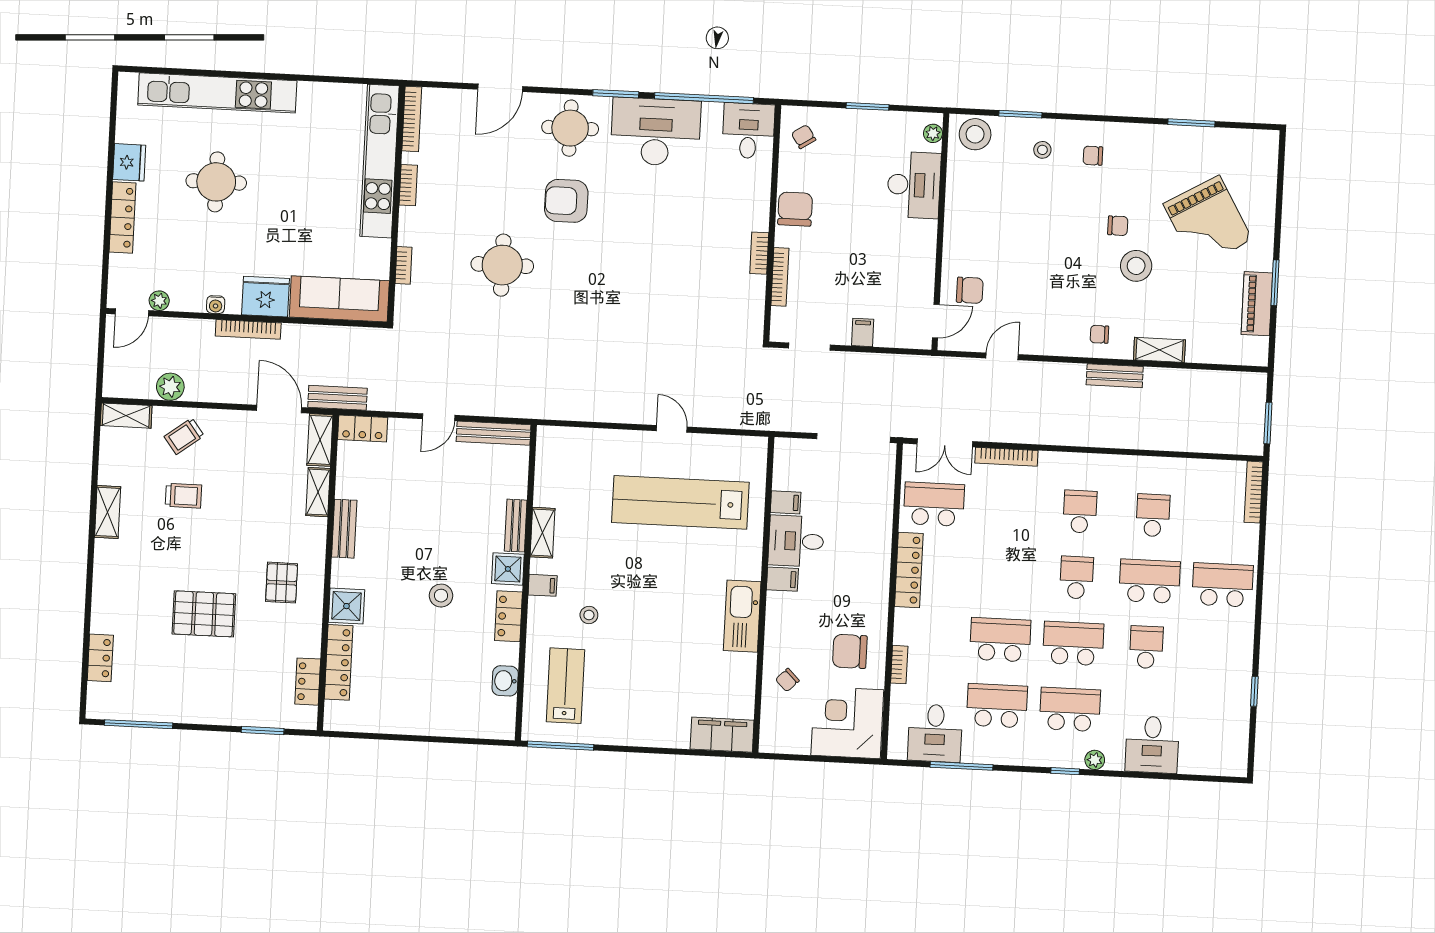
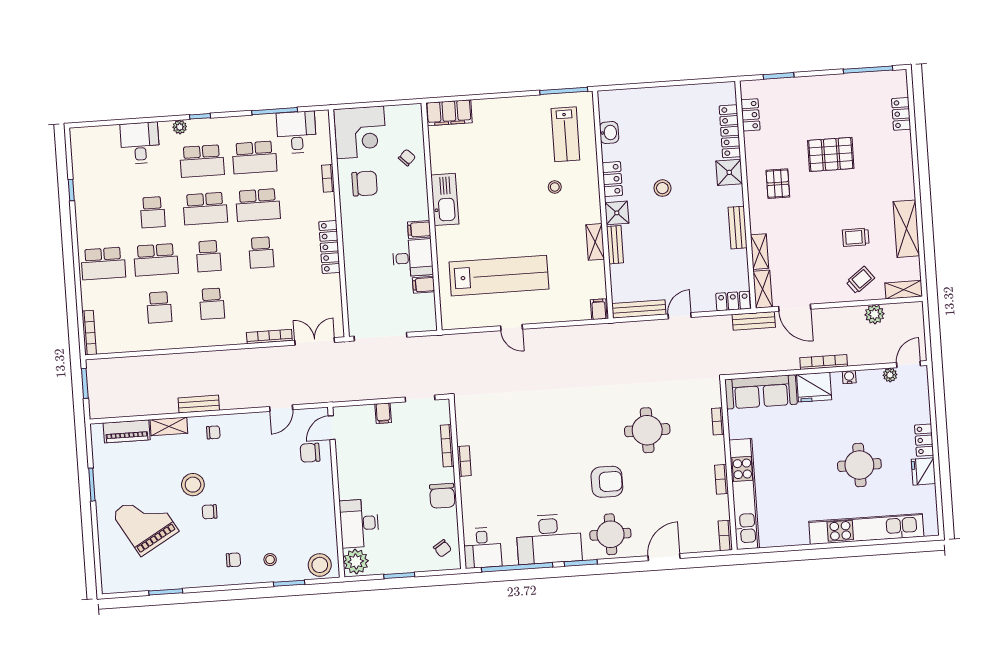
bookcase: (412, 119) -> (725, 536), width x0.64
plant: (933, 133) -> (356, 562), width x1.88, depth x1.88
locker: (122, 217) -> (924, 440), width x0.66
piano: (1257, 304) -> (127, 431), moved, turned 90
school desk: (934, 504) -> (261, 252), moved, width x0.54
shelving: (108, 512) -> (906, 229), width x1.50, depth x1.33
filing cabinet: (543, 585) -> (599, 309), moved, turned 90

